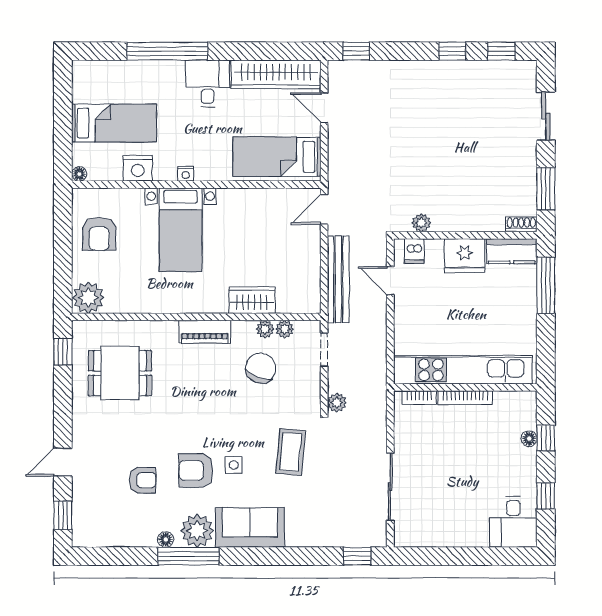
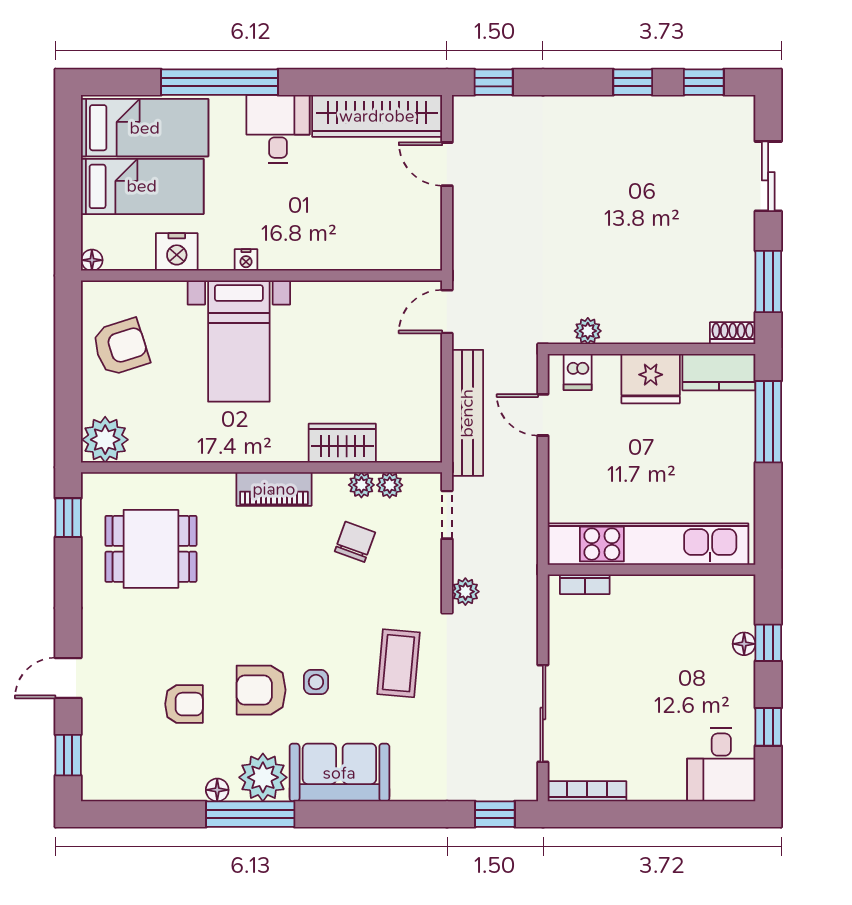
bed: (277, 157) -> (145, 128), moved, turned 180
armchair: (99, 234) -> (121, 347), turned -108
chair: (261, 368) -> (355, 542), width x0.73, depth x0.73
bookcase: (465, 398) -> (587, 791), moved, turned 180

